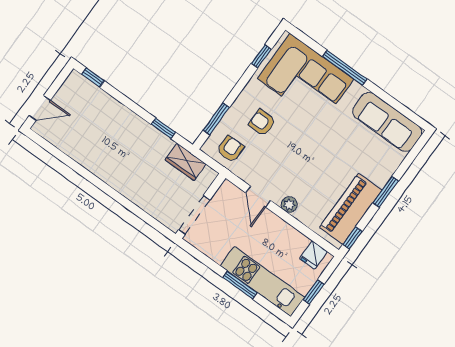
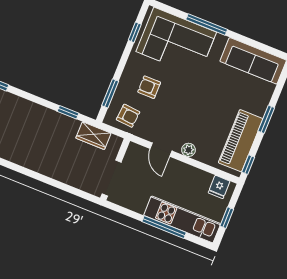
armchair: (230, 149) -> (128, 116), turned 95
window: (240, 285) -> (164, 227), width x1.44

